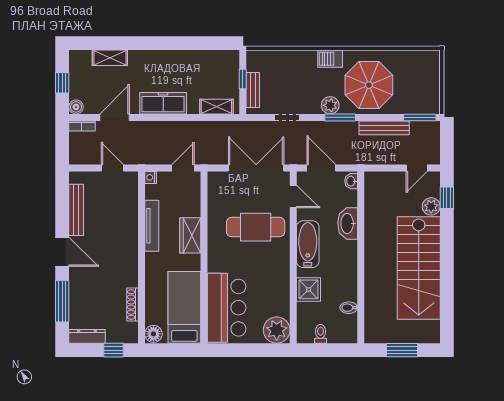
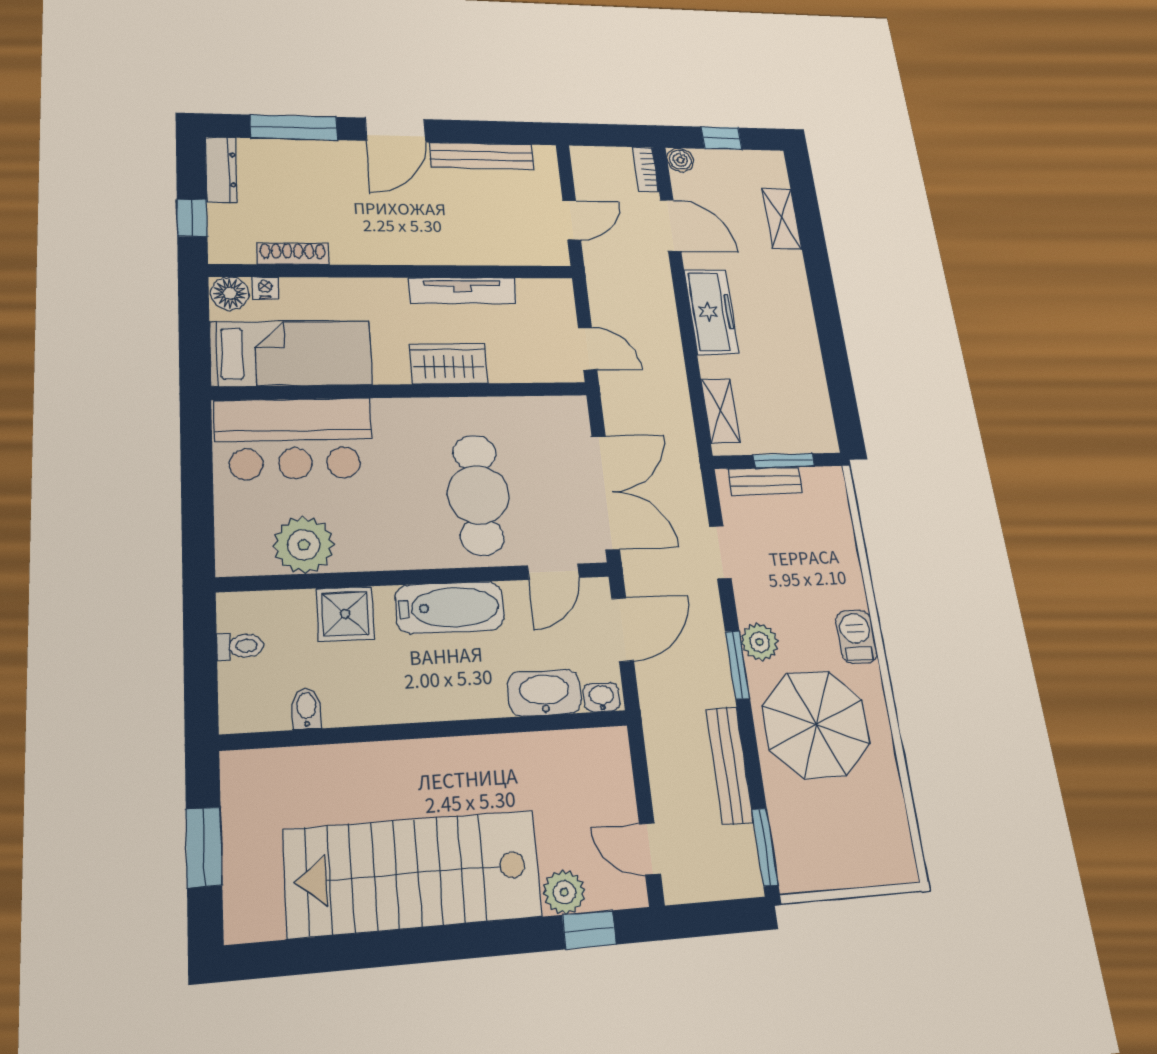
window: (243, 79) -> (784, 461), width x1.50
nightstand: (151, 177) -> (265, 288), moved
washbasin: (348, 223) -> (544, 693), moved
plant: (277, 330) -> (304, 545), moved

